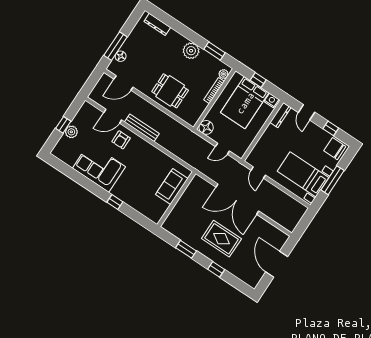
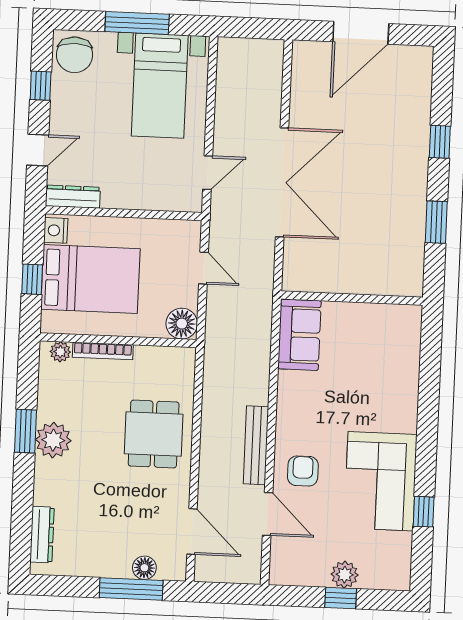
window: (215, 51) -> (25, 431), moved
armchair: (121, 140) -> (303, 471), turned -90
sofa: (172, 186) -> (299, 335), moved, turned -90
window: (115, 202) -> (424, 512), moved
rug: (221, 239) -> (375, 167), removed

